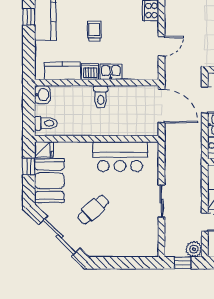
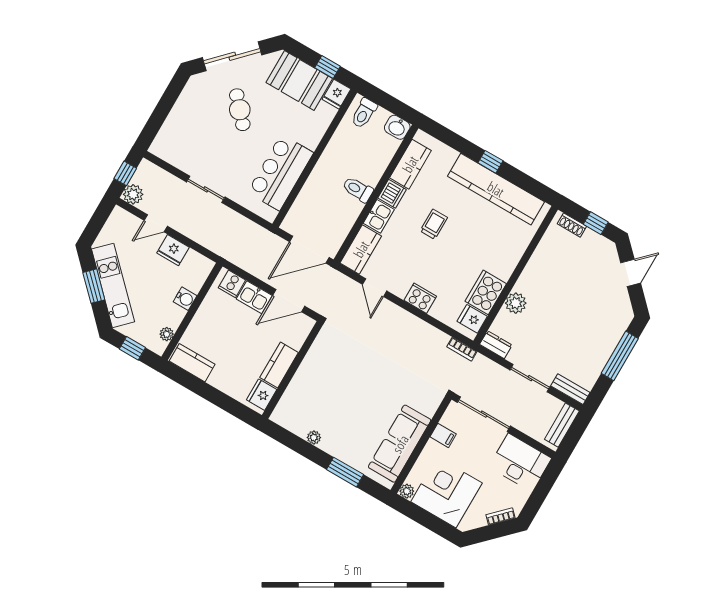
trolley: (94, 31) -> (434, 224), turned -90
kitchen counter: (141, 71) -> (361, 249), added

